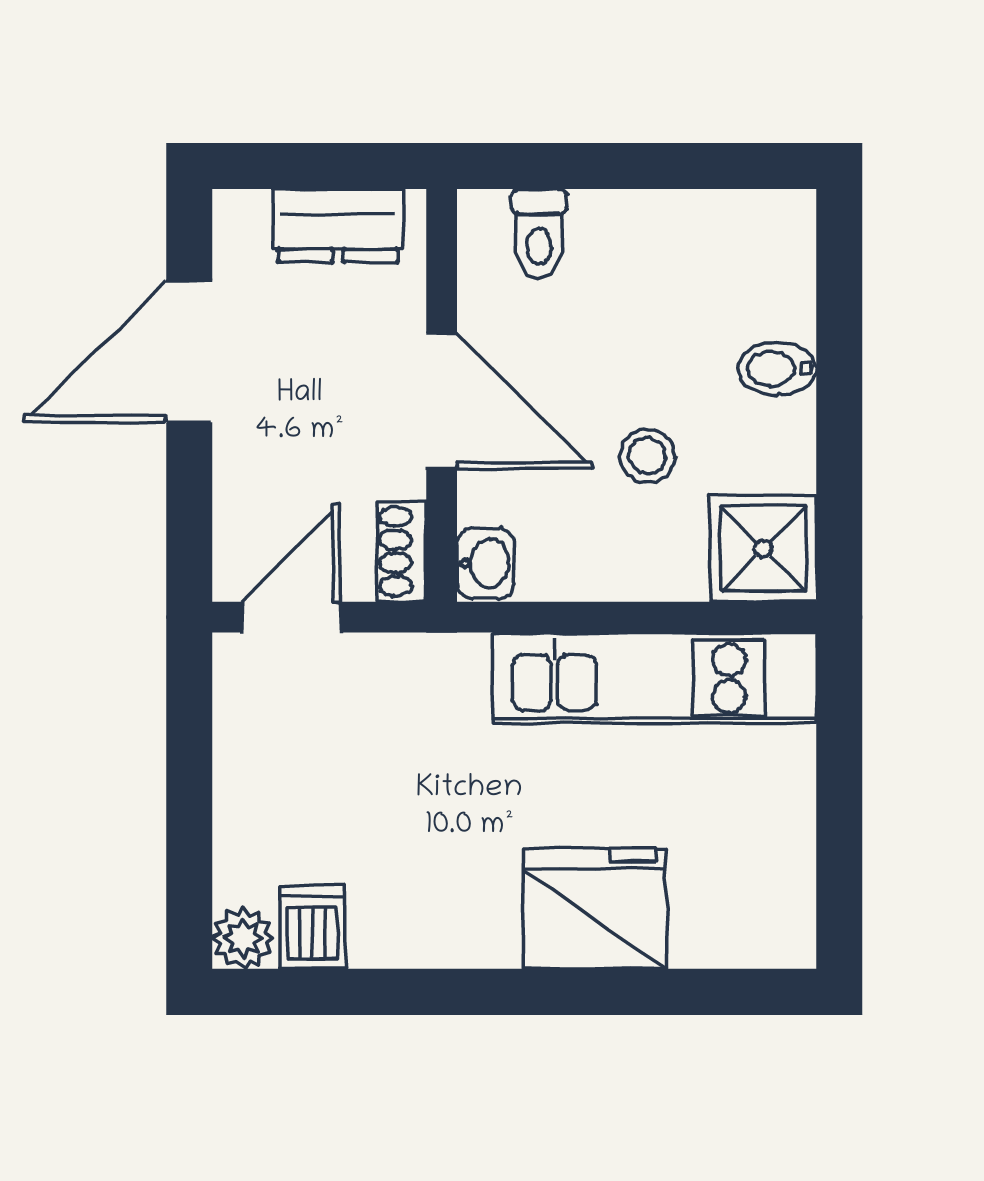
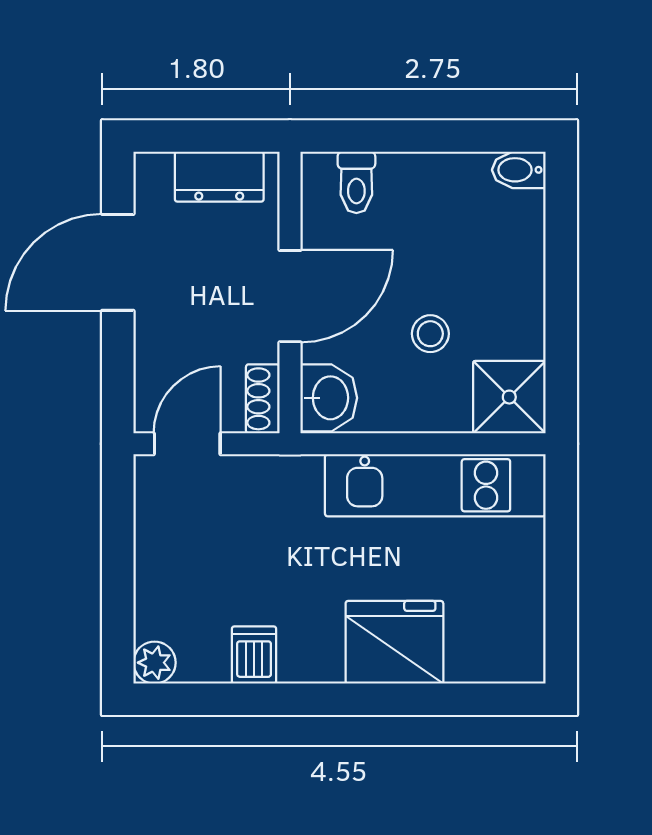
bidet: (777, 369) -> (519, 170), moved
door: (442, 401) -> (290, 296), hinge flipped
washbasin: (486, 563) -> (329, 398), width x1.38, depth x1.45
dishwasher: (313, 927) -> (254, 655), moved

